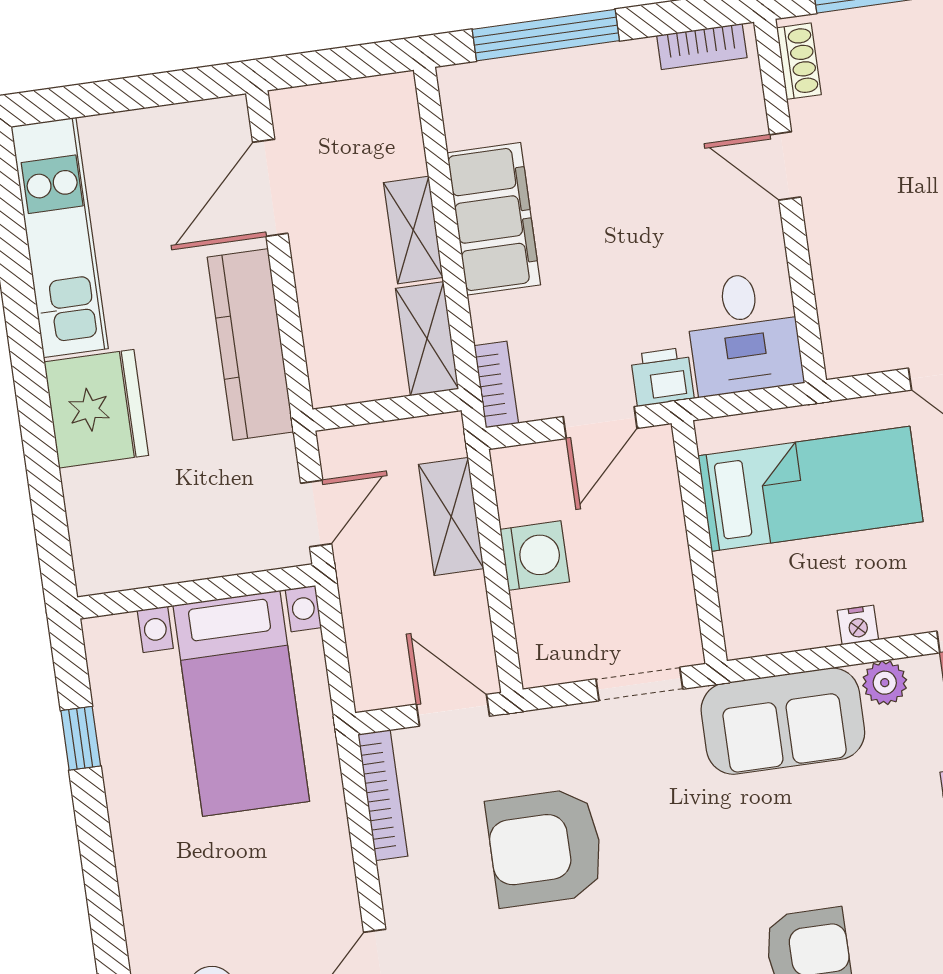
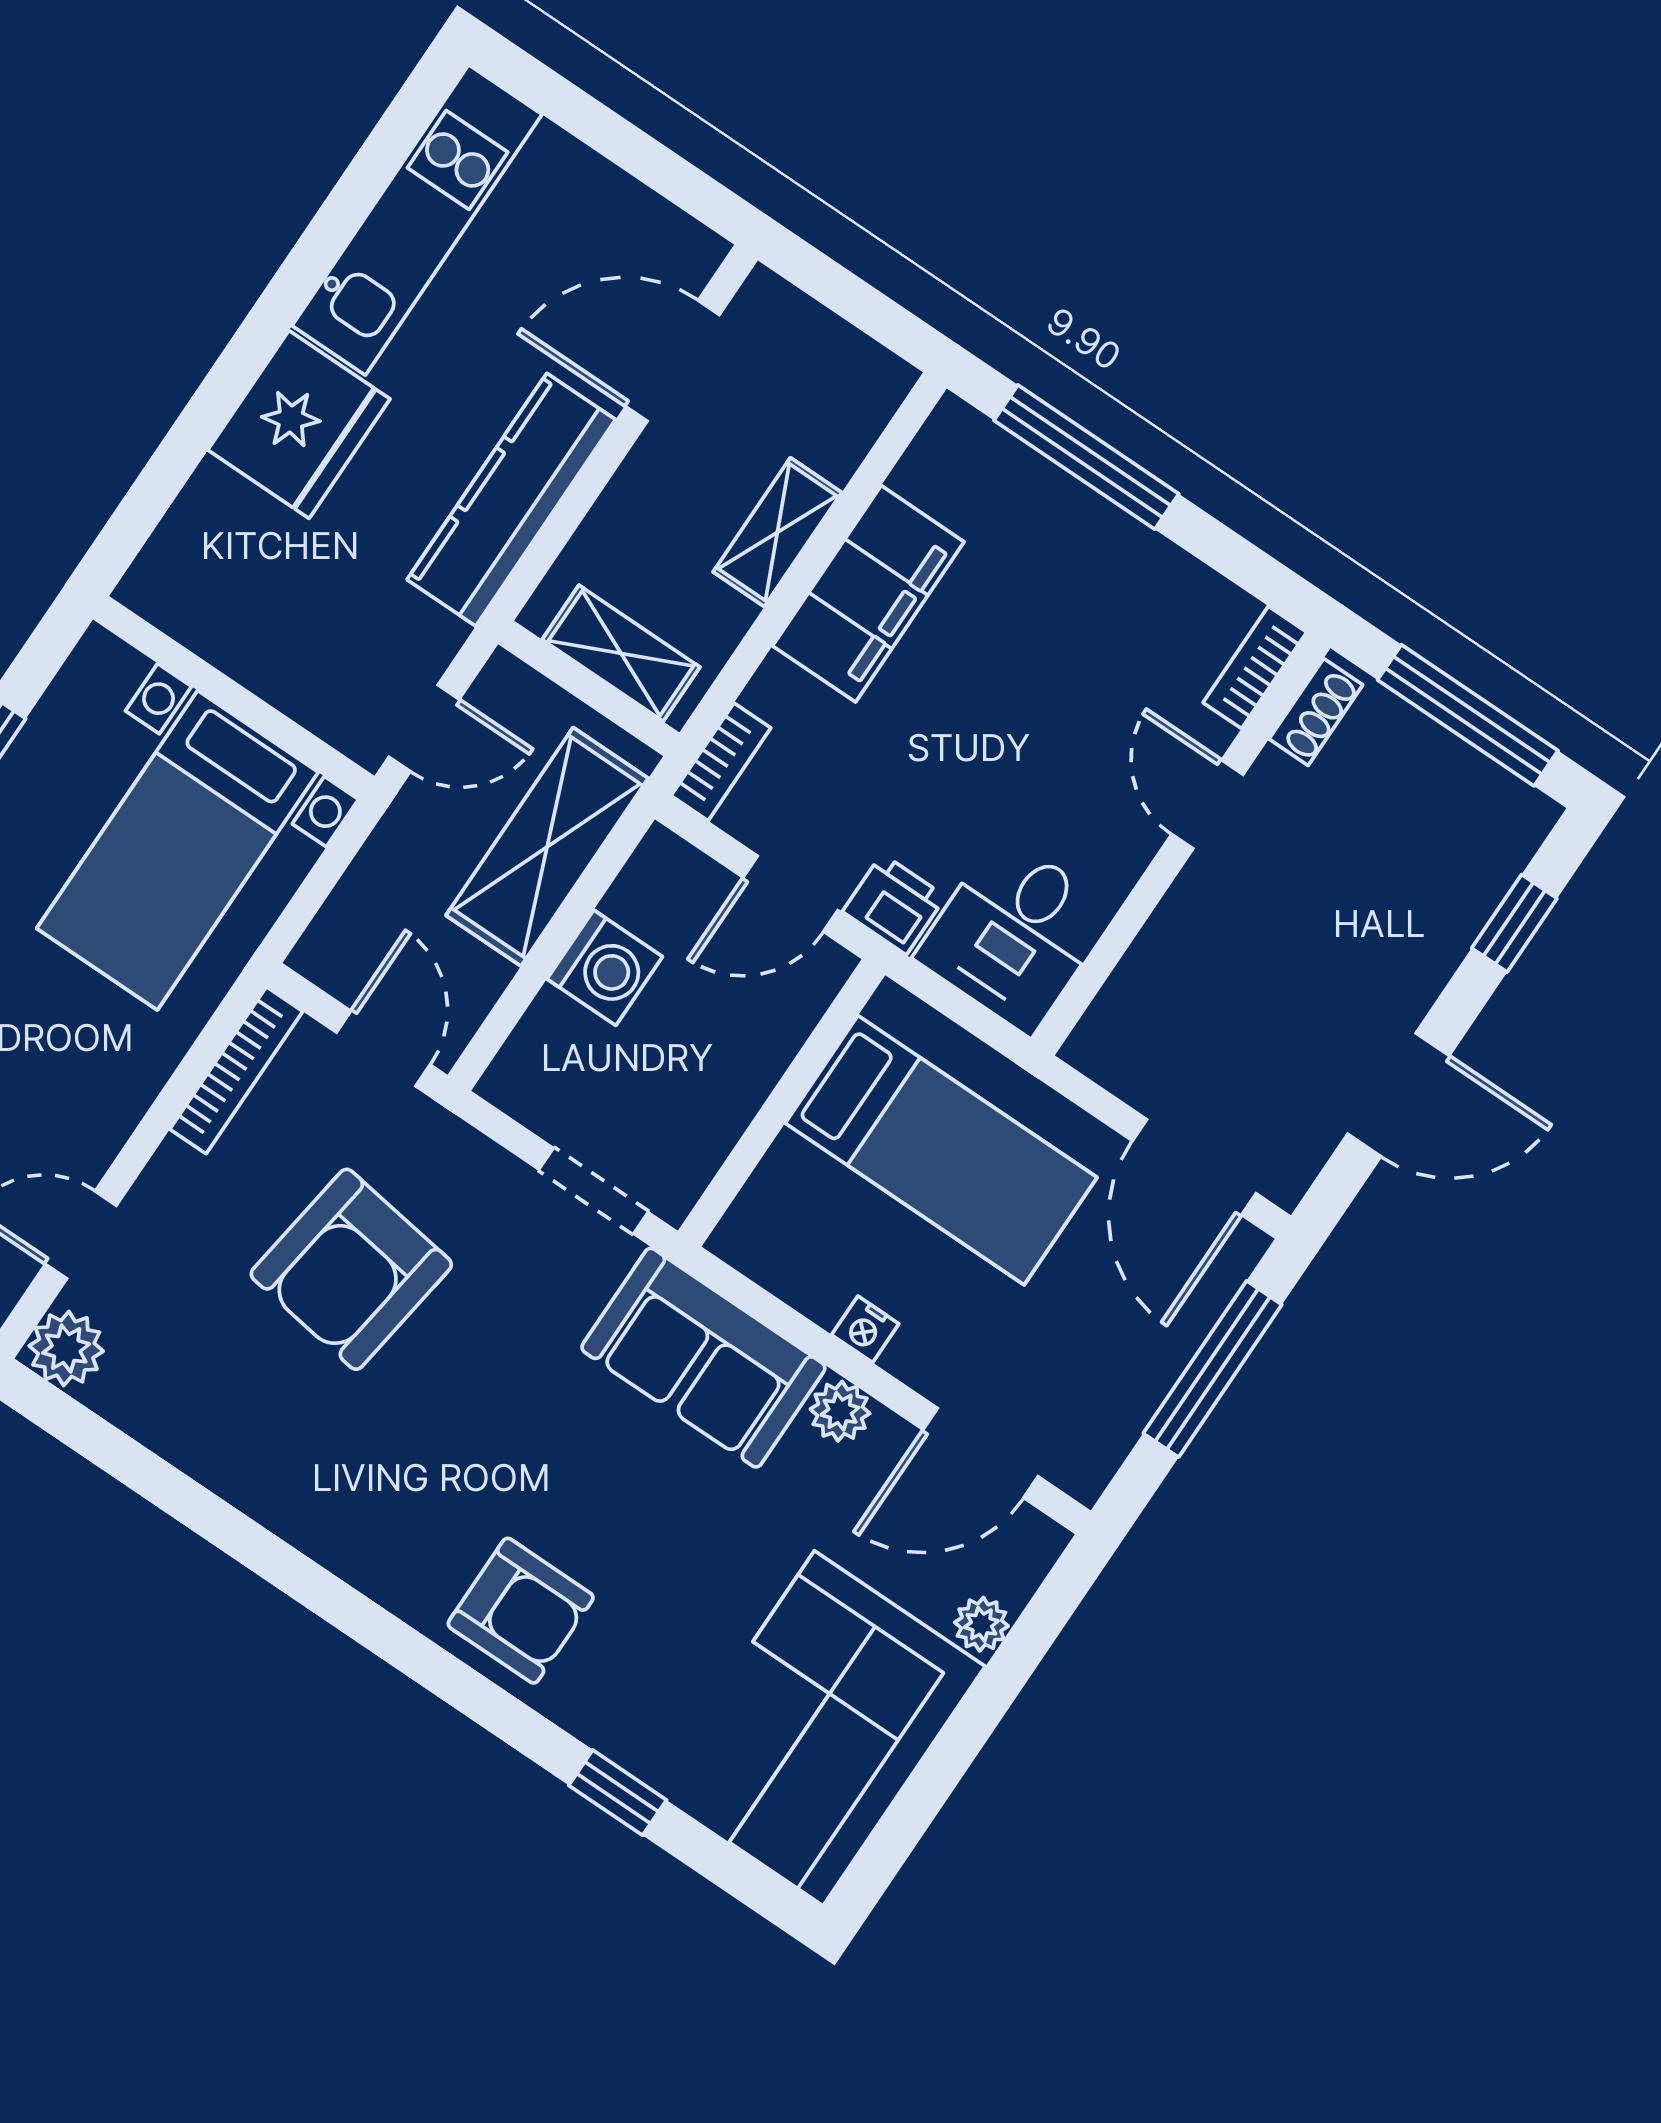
bookcase: (702, 47) -> (1255, 667), moved, turned 90
shelving: (427, 339) -> (621, 653), moved, turned 90
shelving: (451, 516) -> (547, 847), width x1.50, depth x1.33
armchair: (545, 848) -> (351, 1269), turned -82

